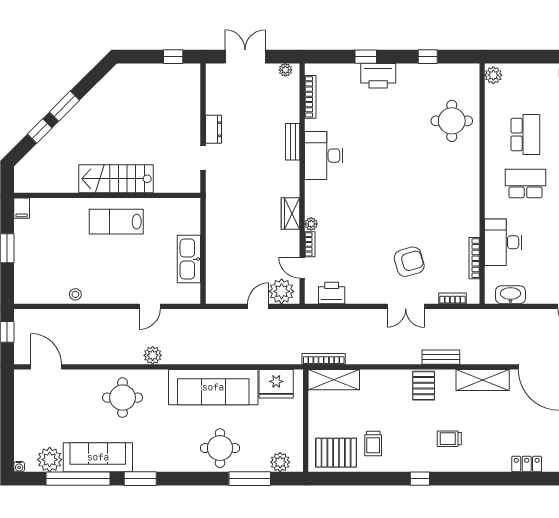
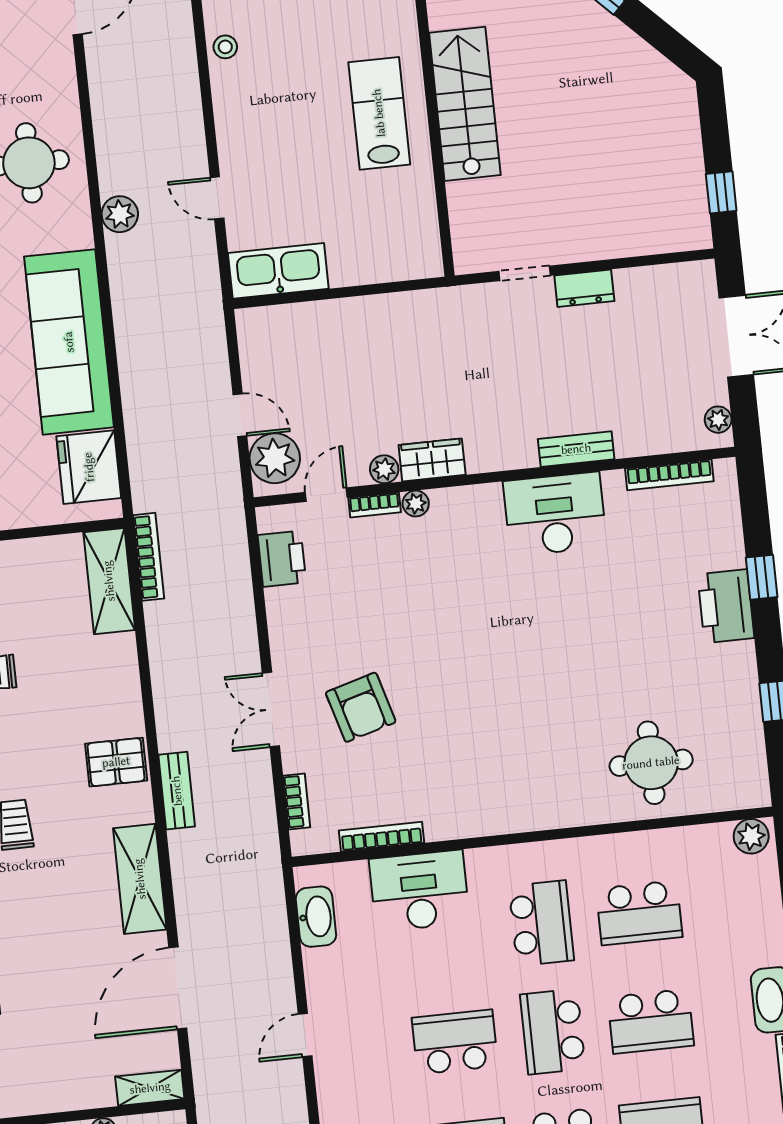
plant: (293, 238) -> (384, 469), added
kitchen sink: (189, 259) -> (278, 271), moved

